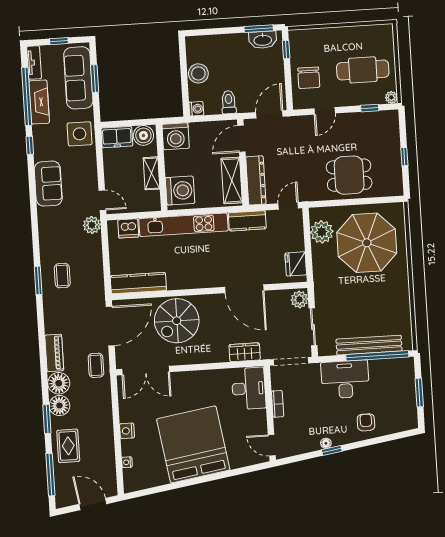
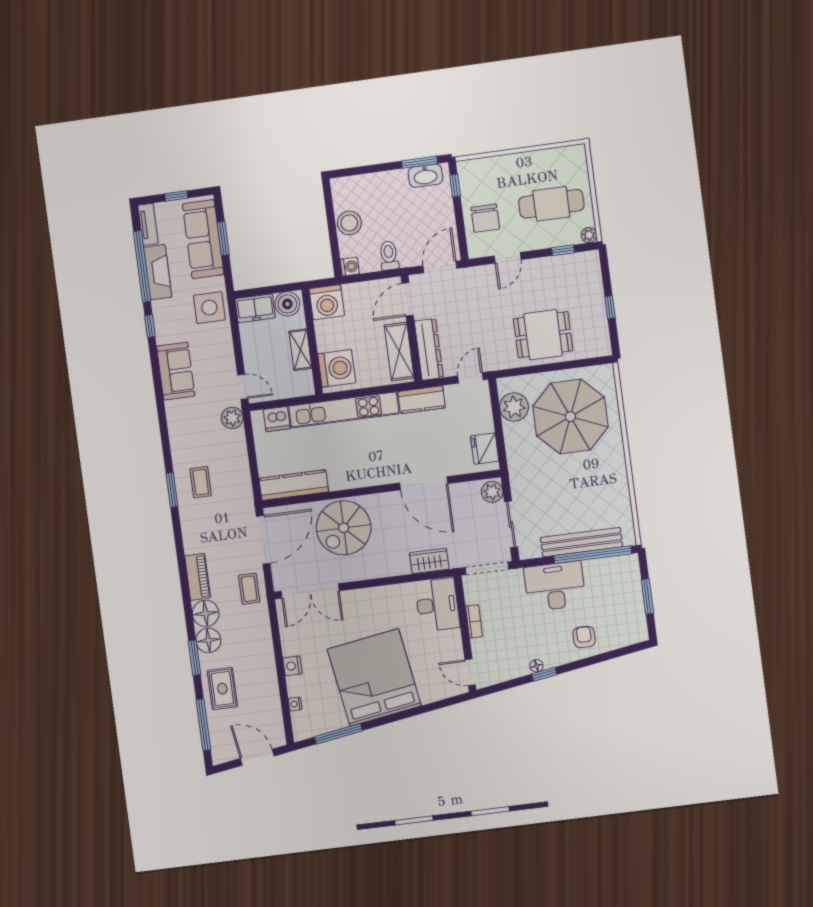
window: (161, 489) -> (338, 734), added

